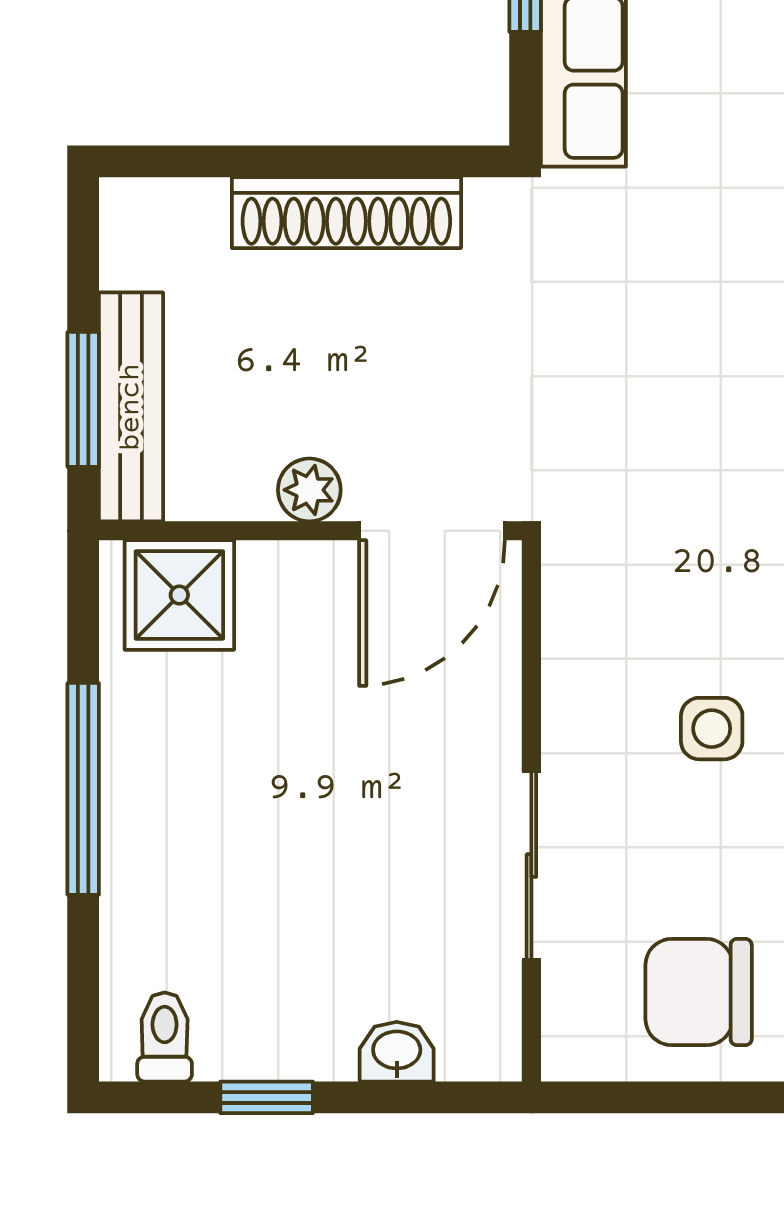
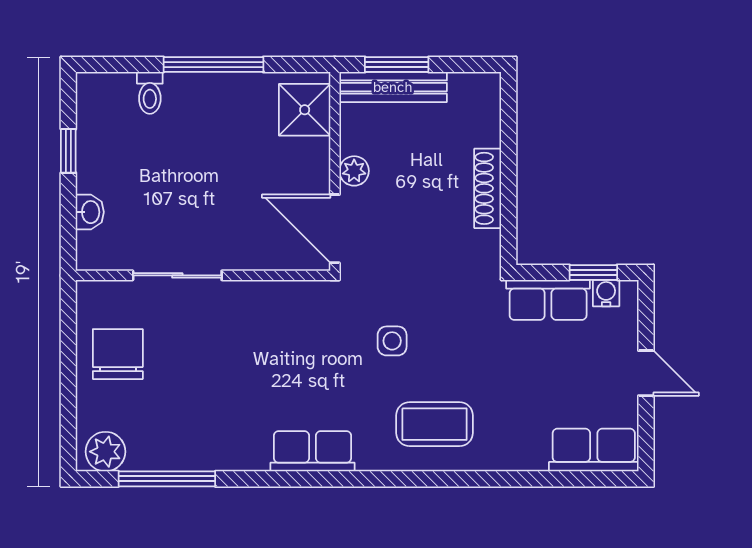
shoe rack: (346, 213) -> (488, 188), width x0.74, depth x0.81
side table: (712, 729) -> (392, 341), moved
toilet: (165, 1037) -> (150, 93), moved, turned 90

